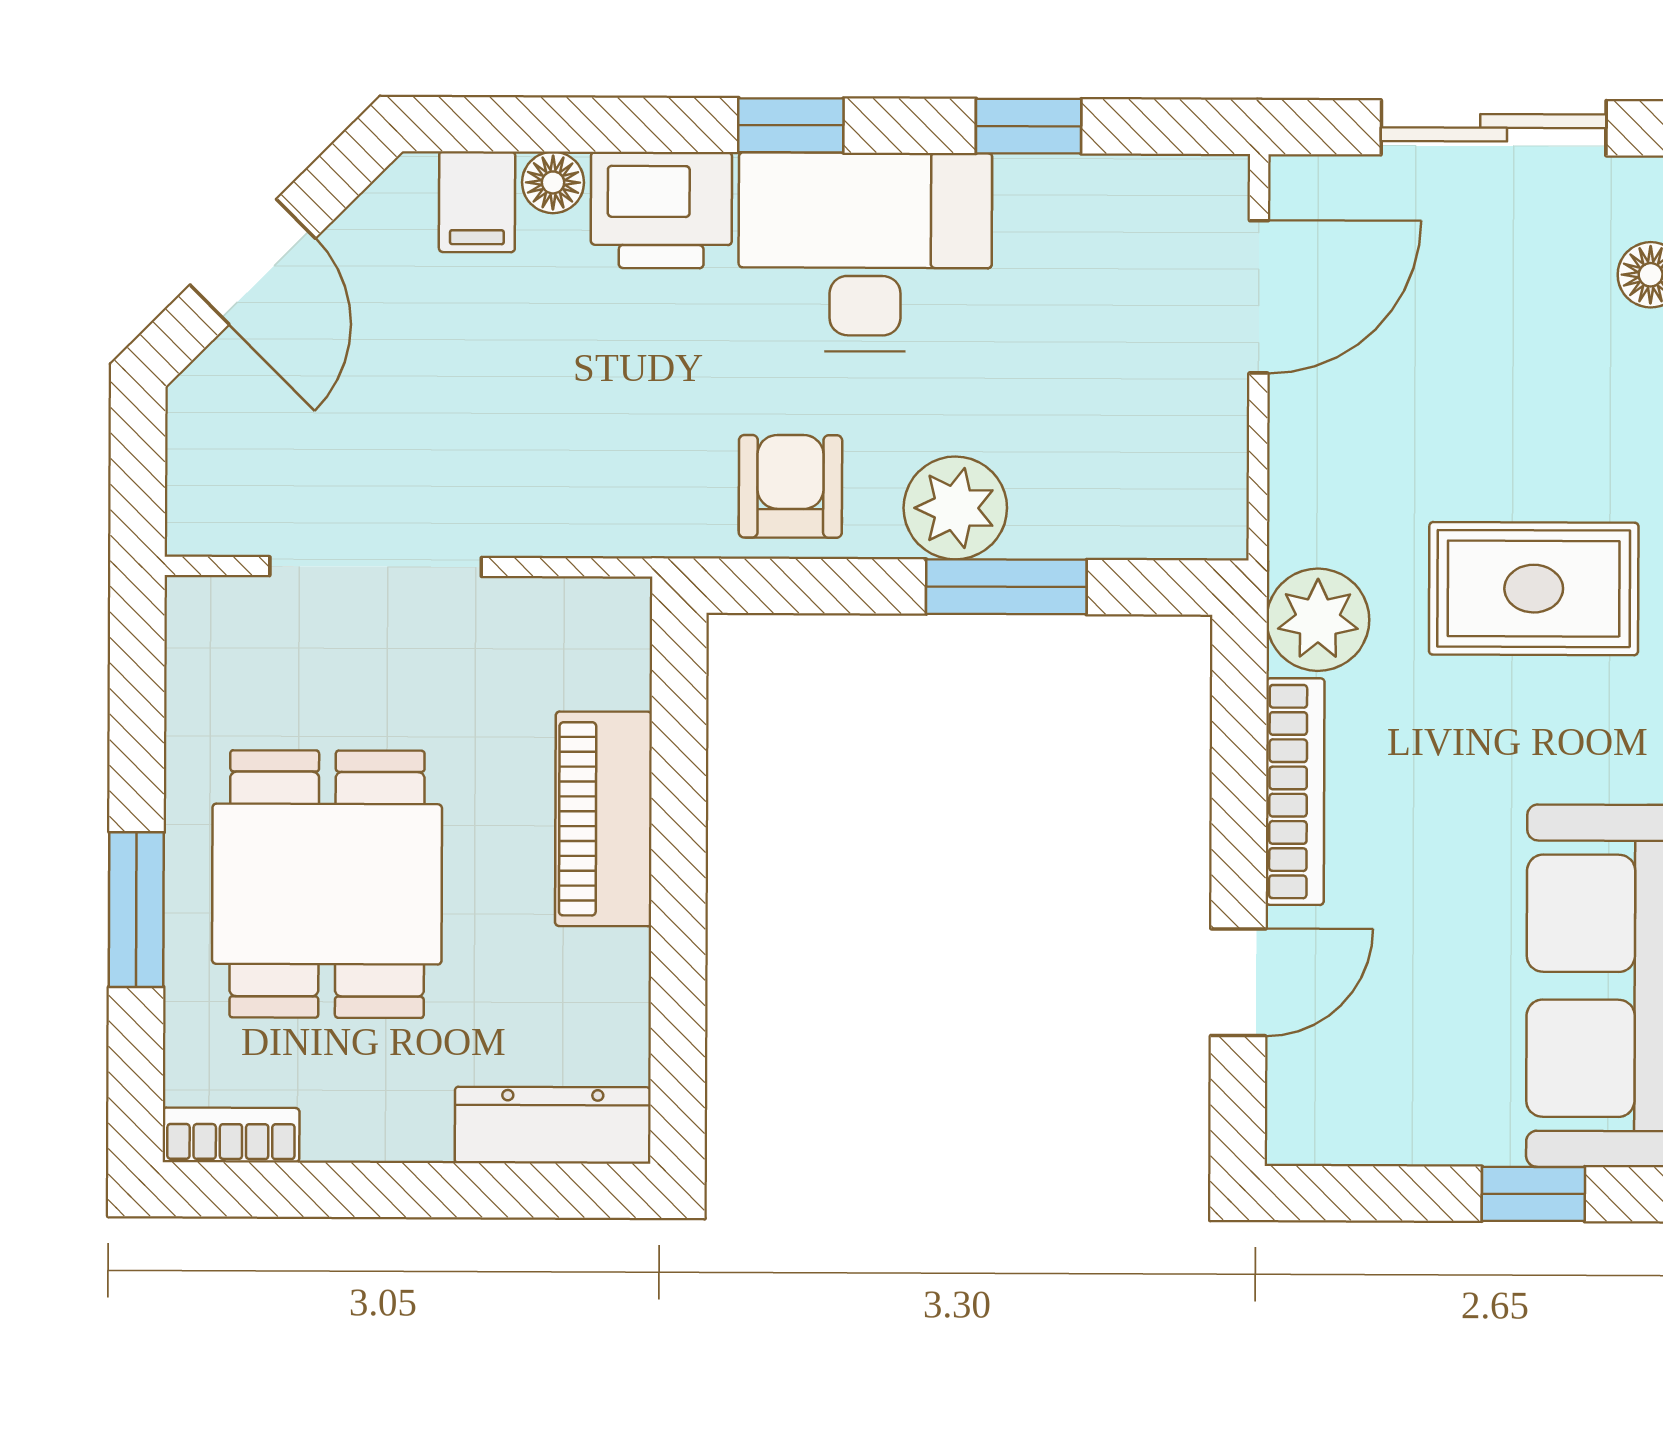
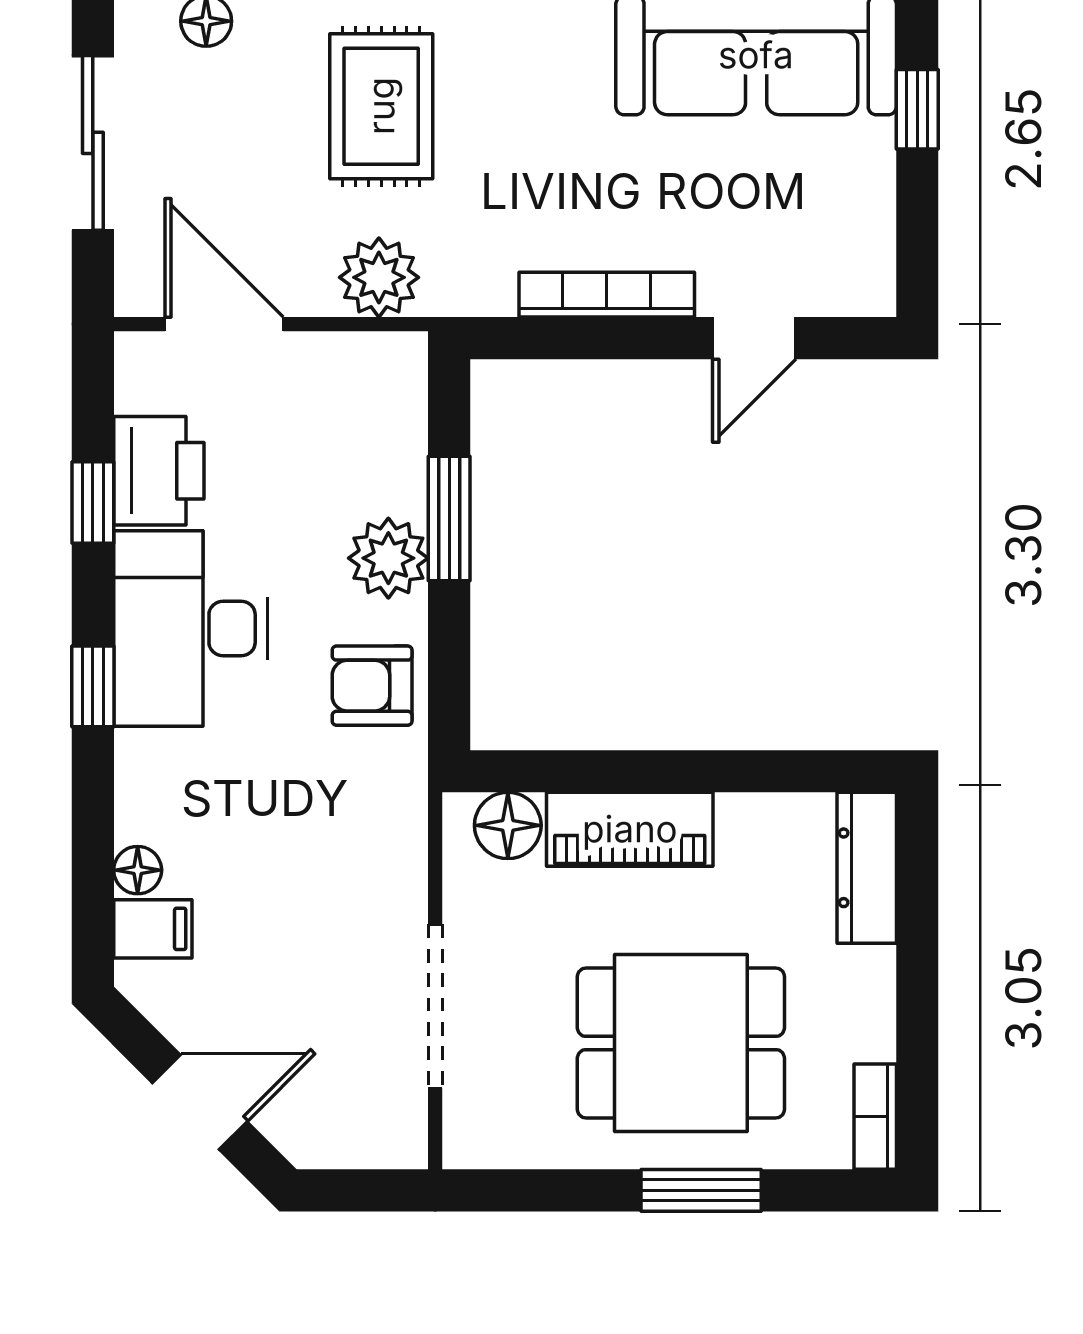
printer: (661, 210) -> (159, 471), moved
rug: (1534, 589) -> (381, 106), moved
plant: (1318, 620) -> (379, 277), moved
floor lamp: (609, 661) -> (508, 825), added
door: (1238, 982) -> (754, 338), swing flipped

